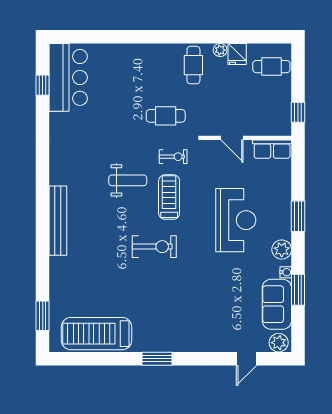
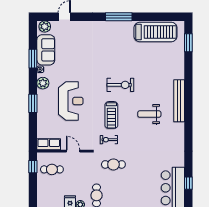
cafe table: (271, 67) -> (52, 169), moved
weight bench: (128, 180) -> (149, 114), moved
reception desk: (236, 220) -> (71, 101), turned 180
exercise bike: (154, 247) -> (120, 85), turned 180
window: (157, 359) -> (119, 17), width x1.44

